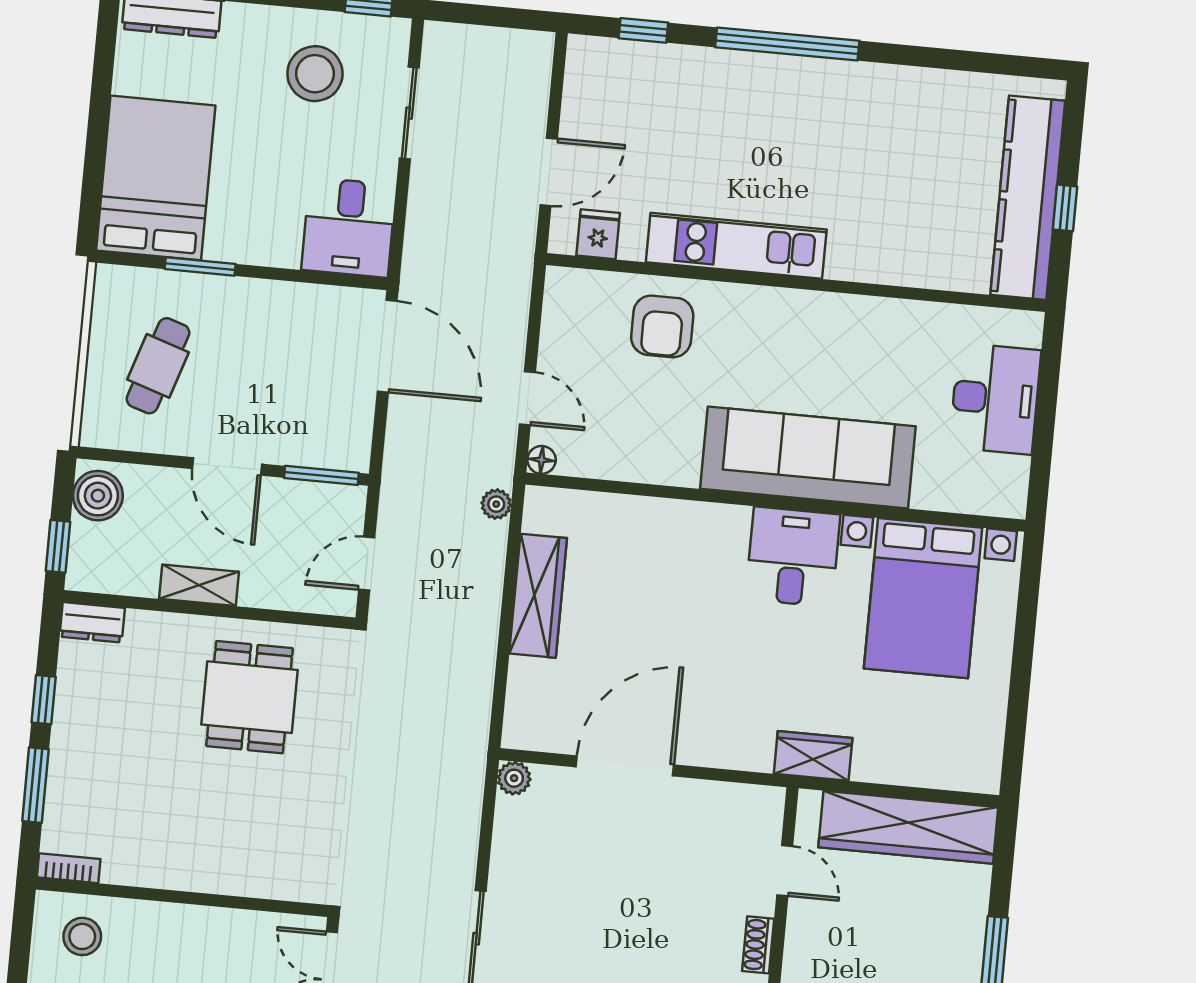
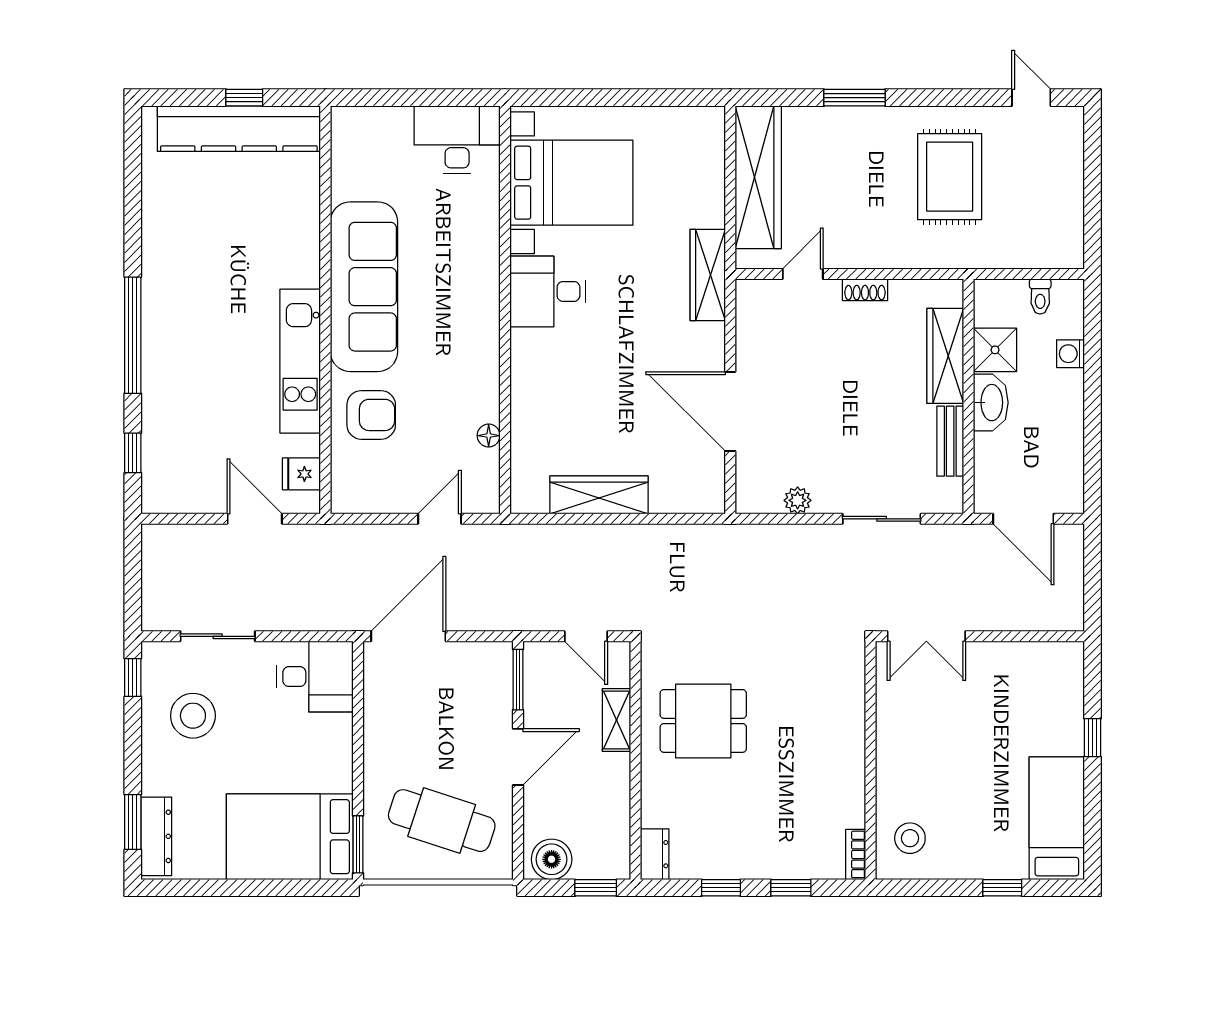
window: (200, 266) -> (358, 844), moved
cafe table: (158, 366) -> (442, 821), width x1.37, depth x1.35
desk: (995, 399) -> (457, 140), moved
sofa: (808, 458) -> (364, 287), moved, turned 180
floor lamp: (542, 460) -> (489, 436), moved
plant: (496, 504) -> (528, 536), removed
shelving: (199, 585) -> (616, 720), moved
wardrobe: (813, 756) -> (708, 275), width x1.50
plant: (514, 778) -> (798, 500), moved
window: (35, 785) -> (791, 888), width x0.67

